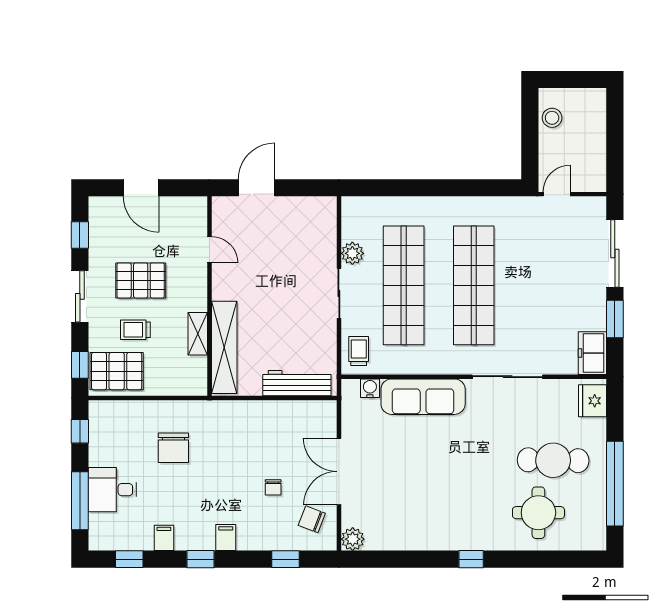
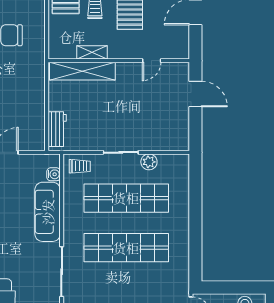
workbench: (297, 383) -> (57, 129), width x0.73

